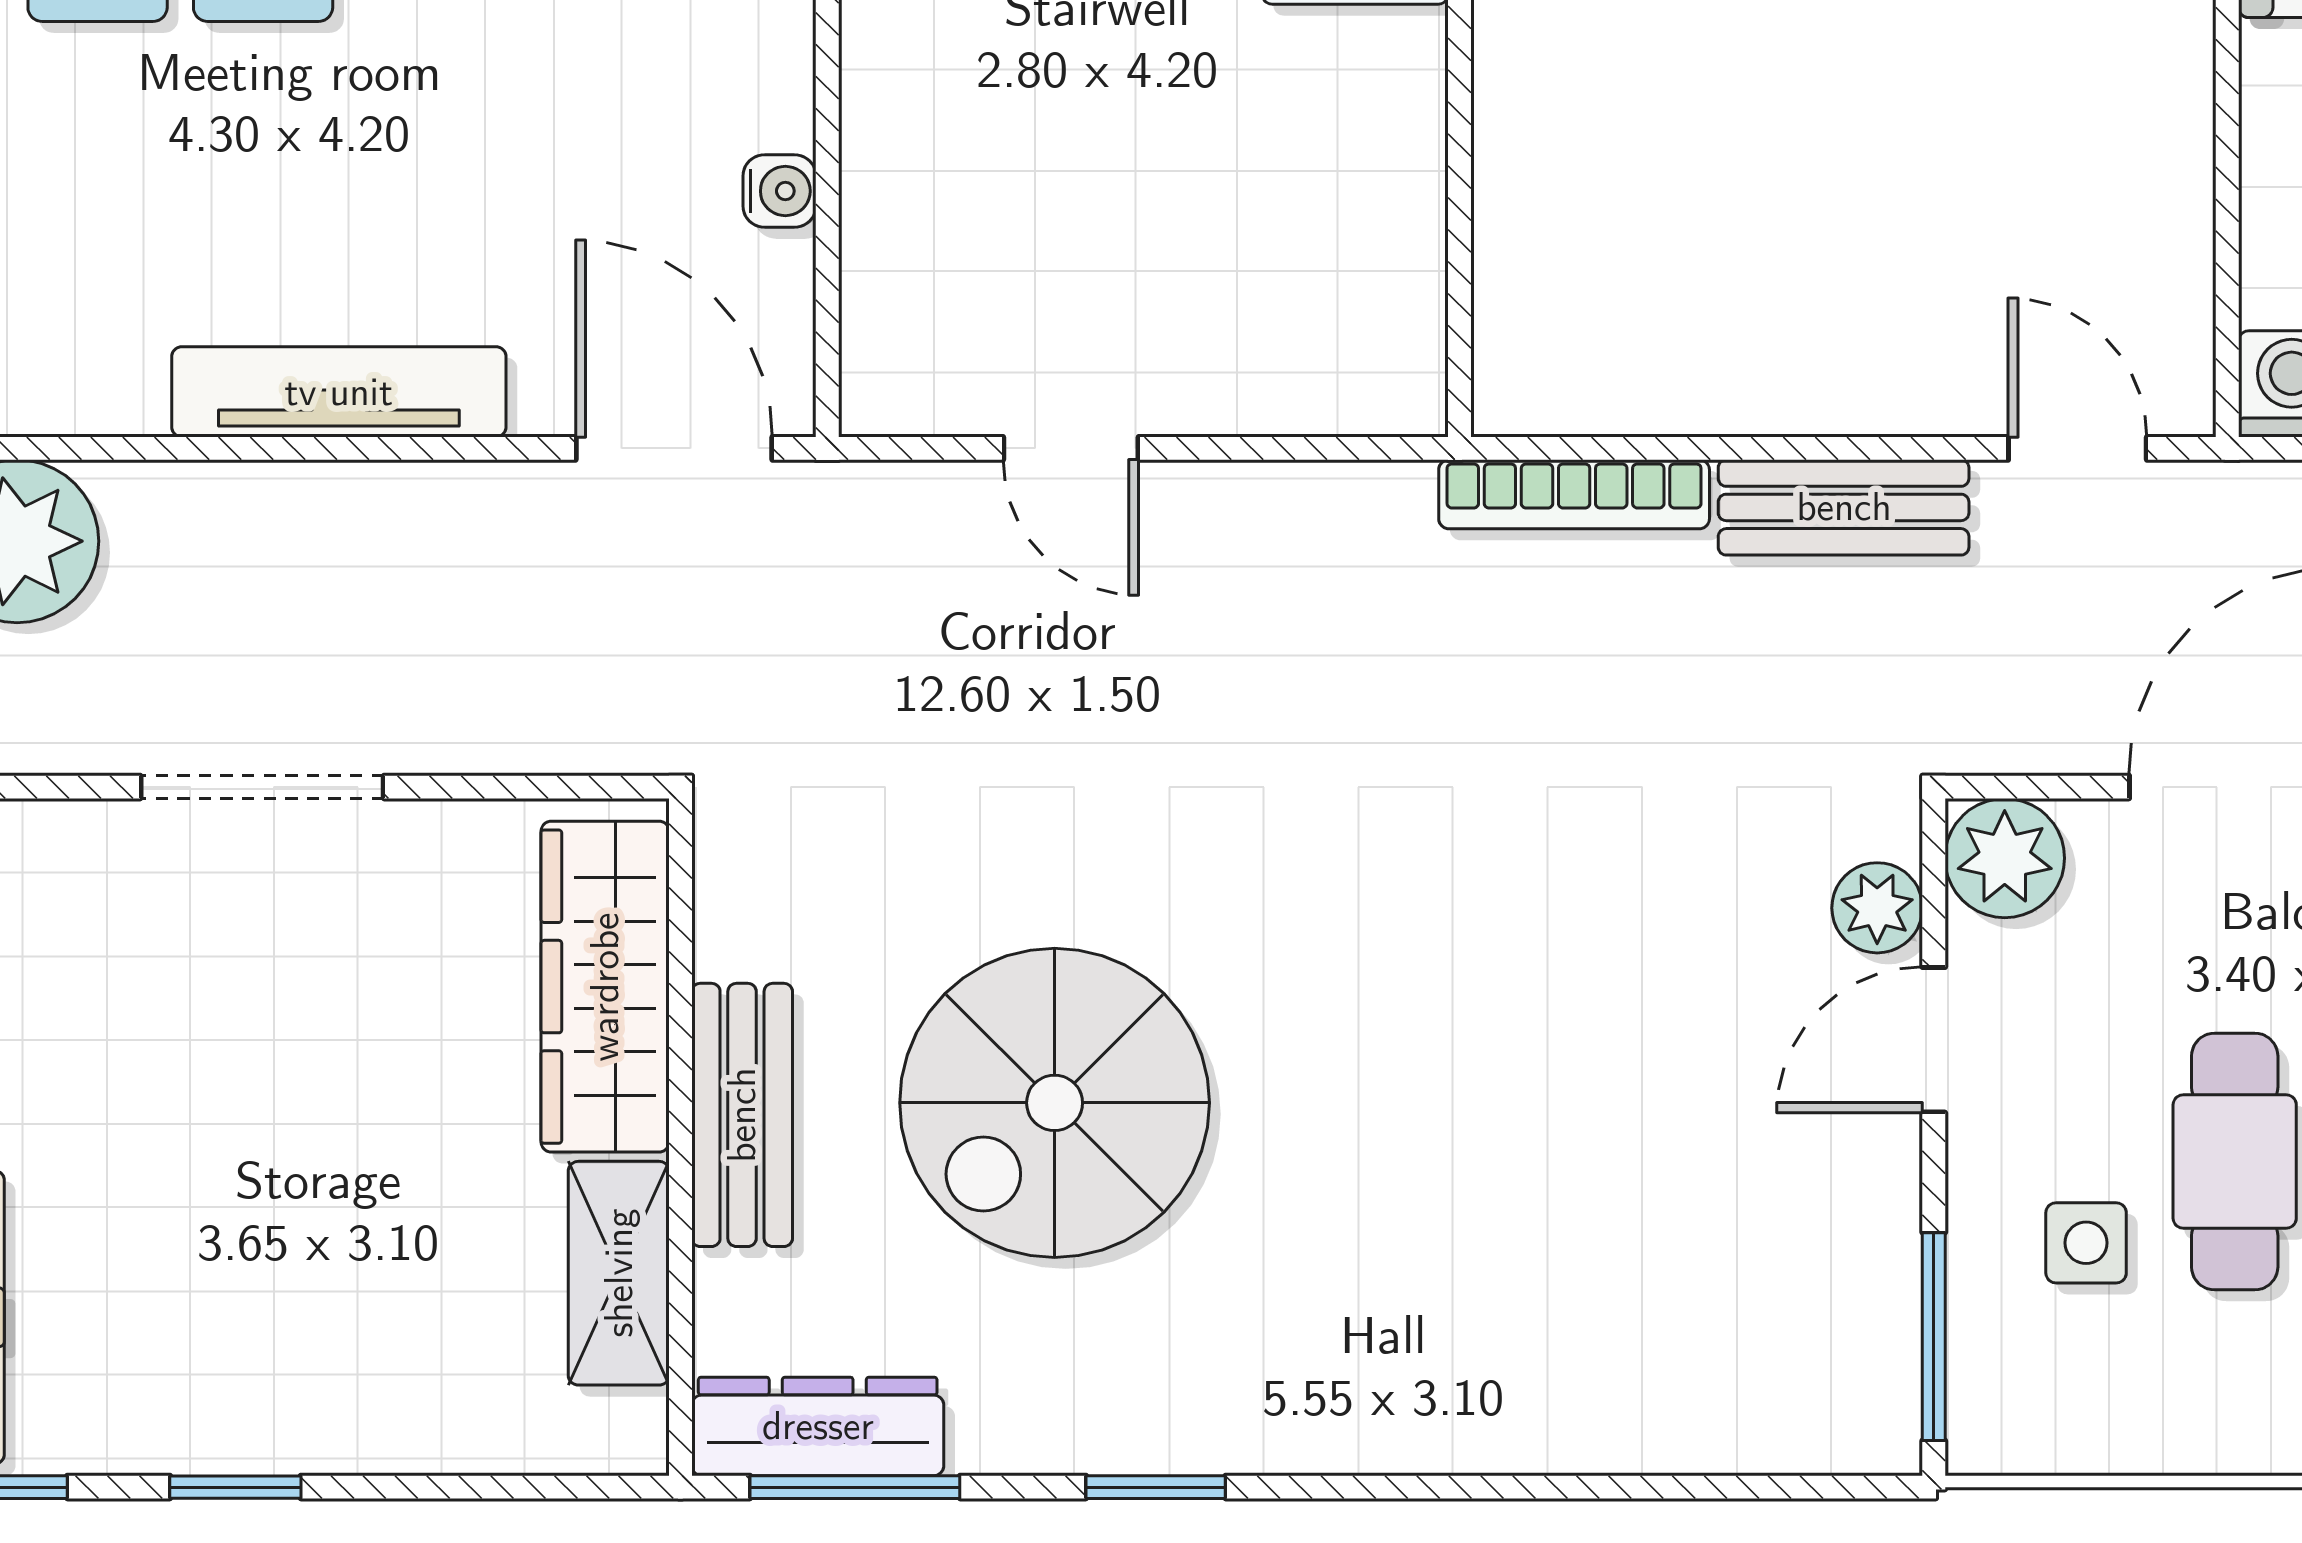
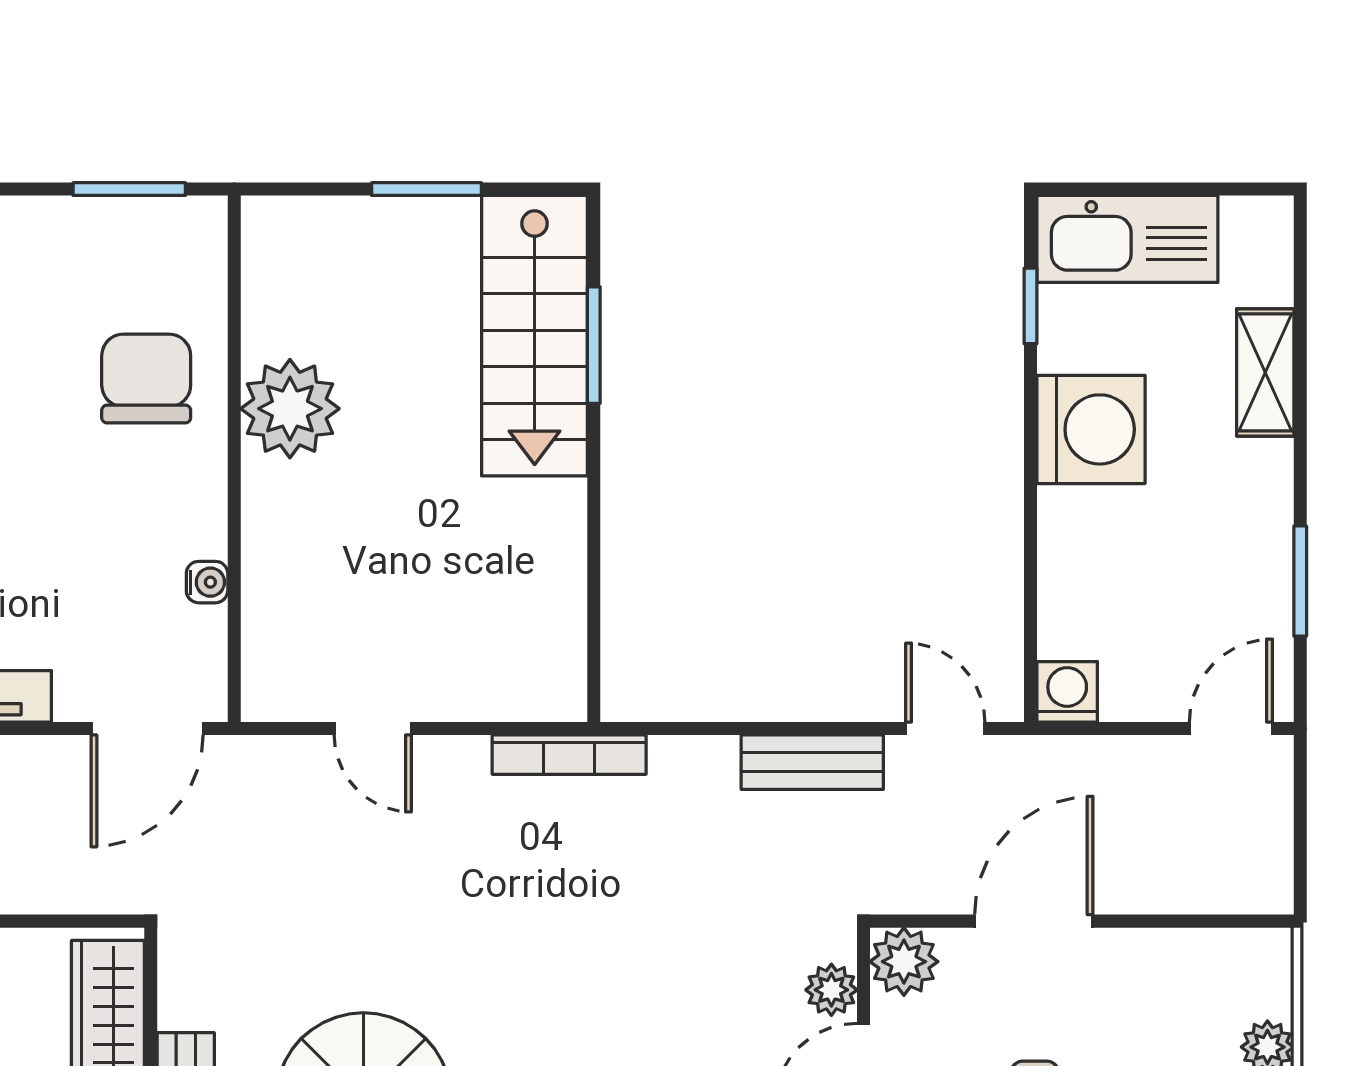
door: (674, 448) -> (147, 728), swing flipped
bookcase: (1574, 494) -> (569, 755), moved

